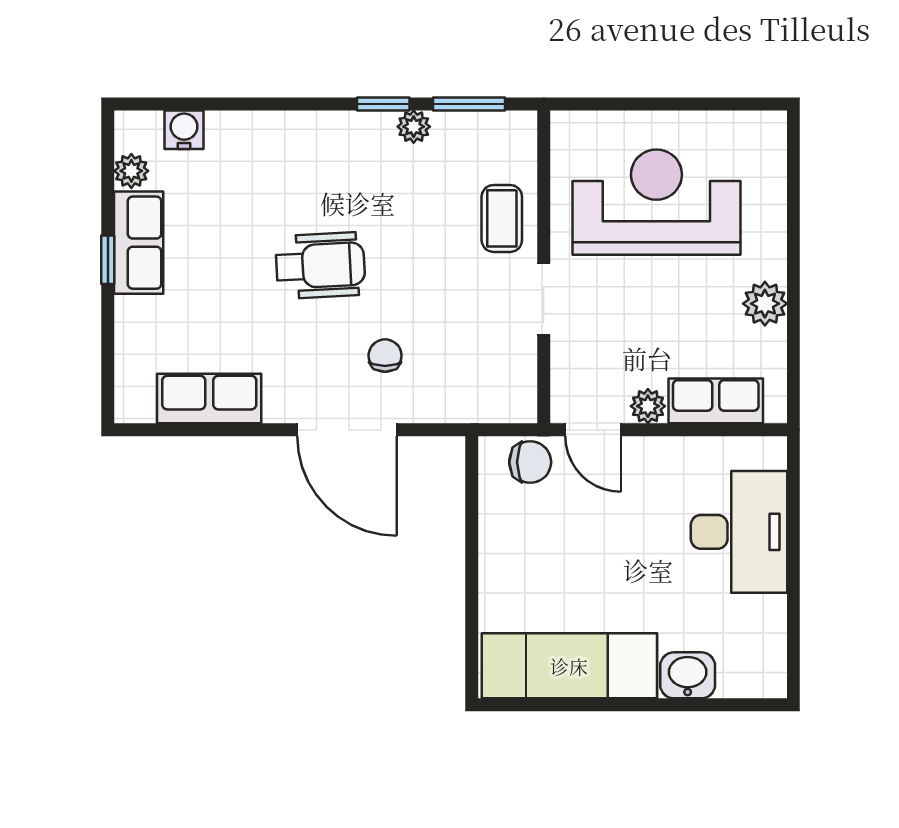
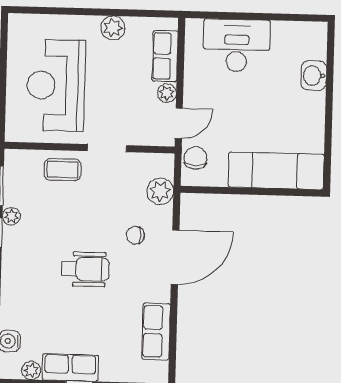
wheelchair: (320, 265) -> (85, 269), turned 93
plant: (467, 399) -> (160, 191), added
exam couch: (569, 666) -> (276, 171), moved, turned 90

